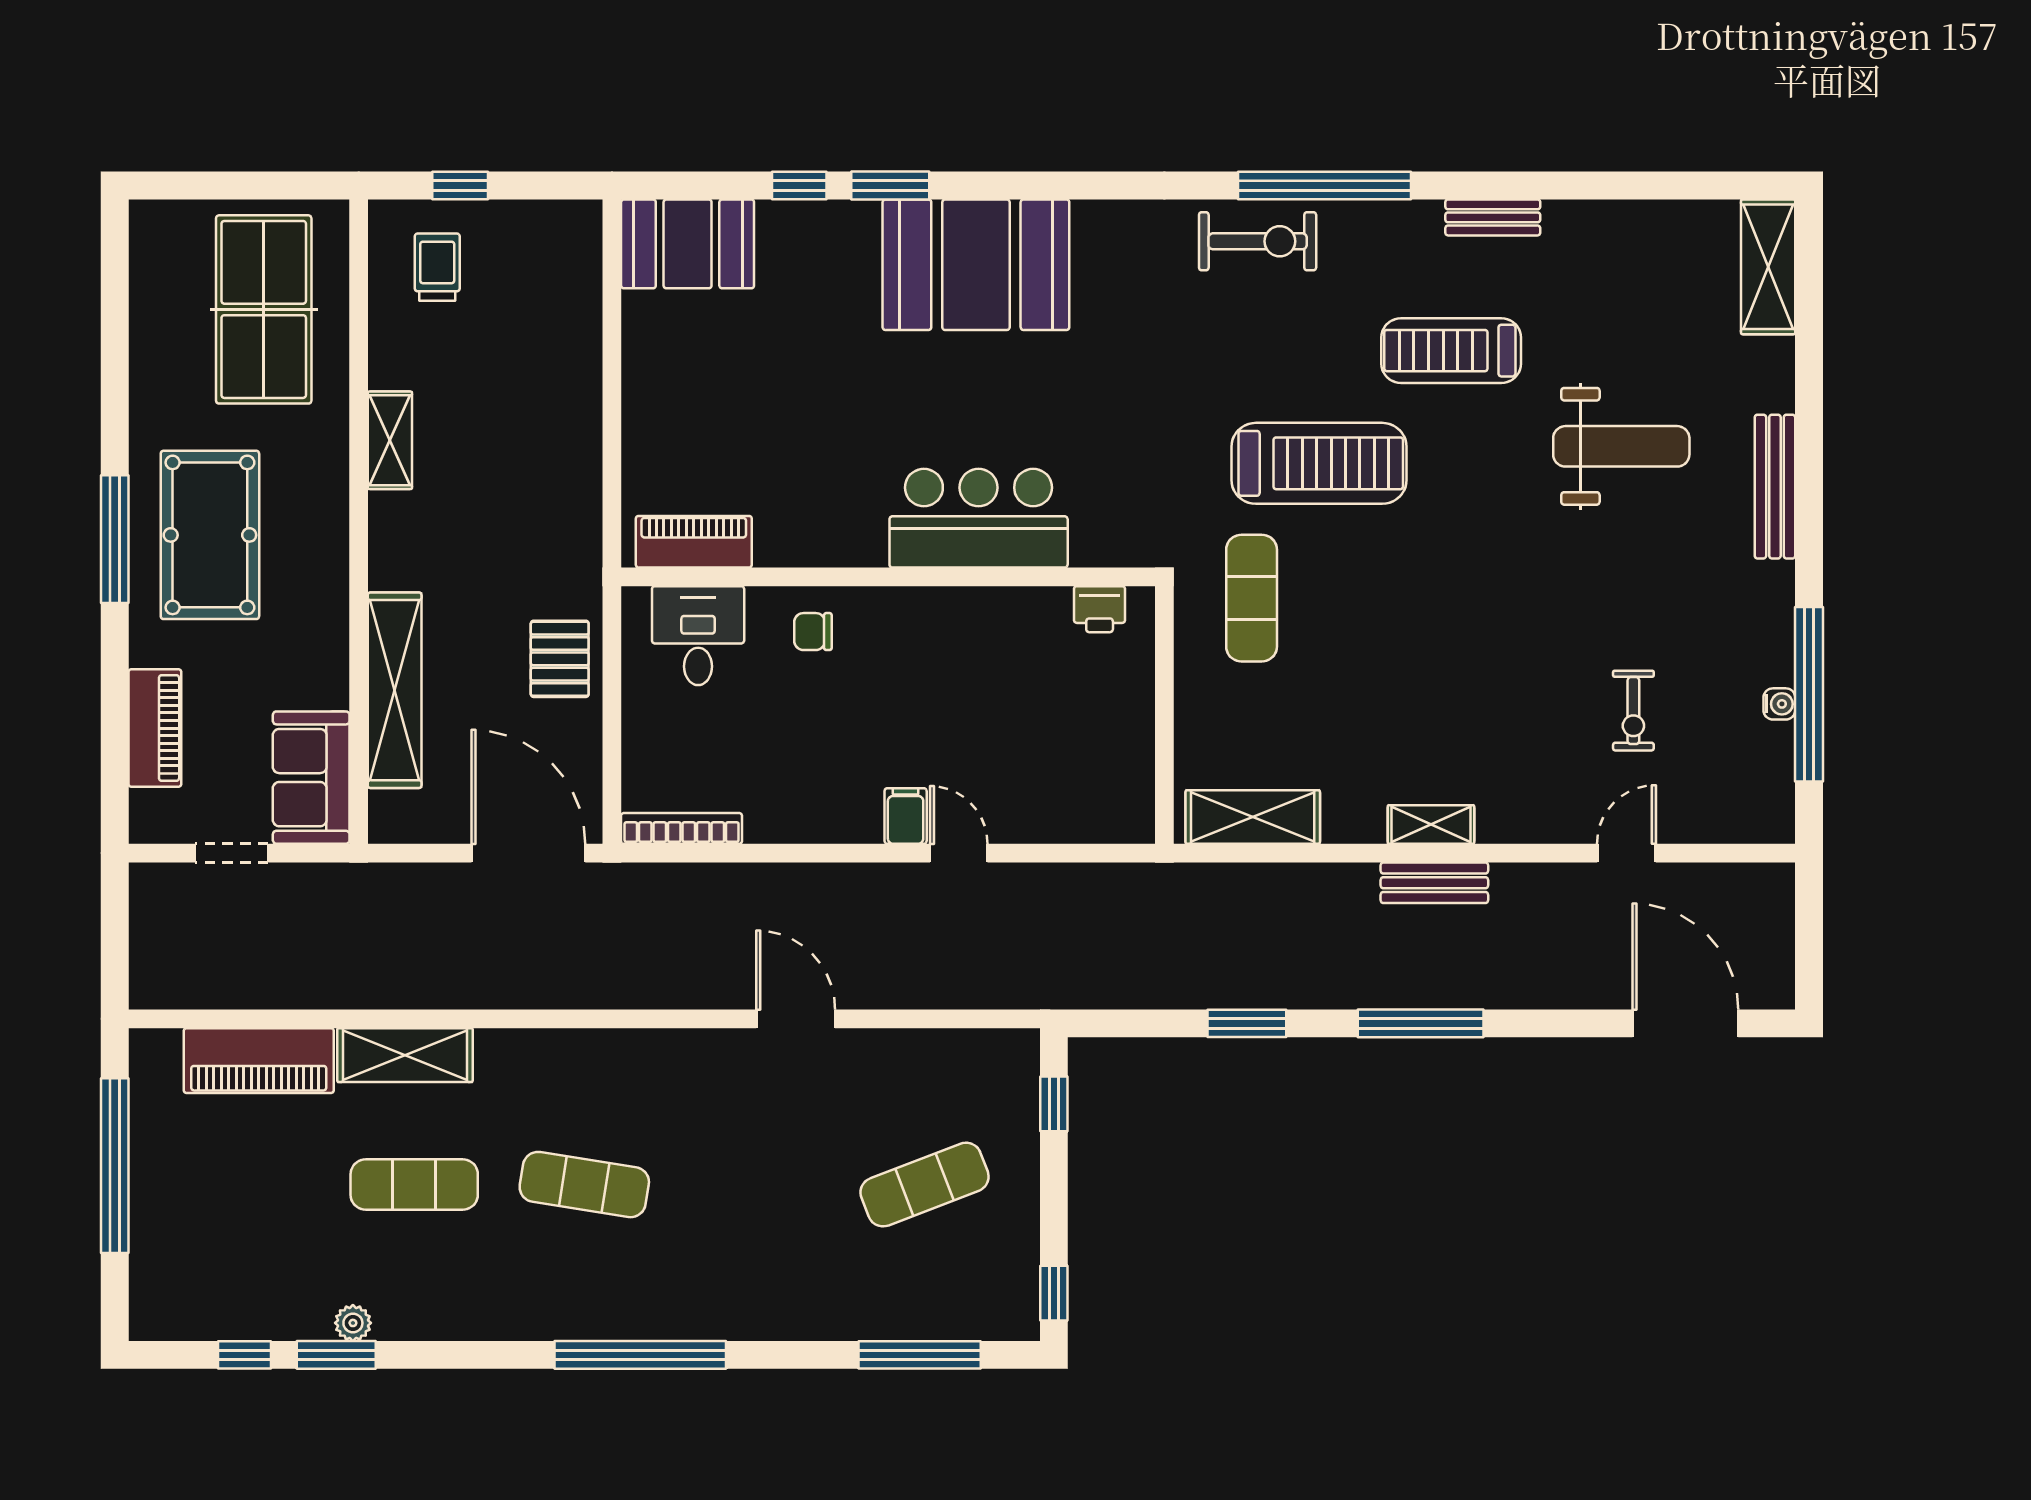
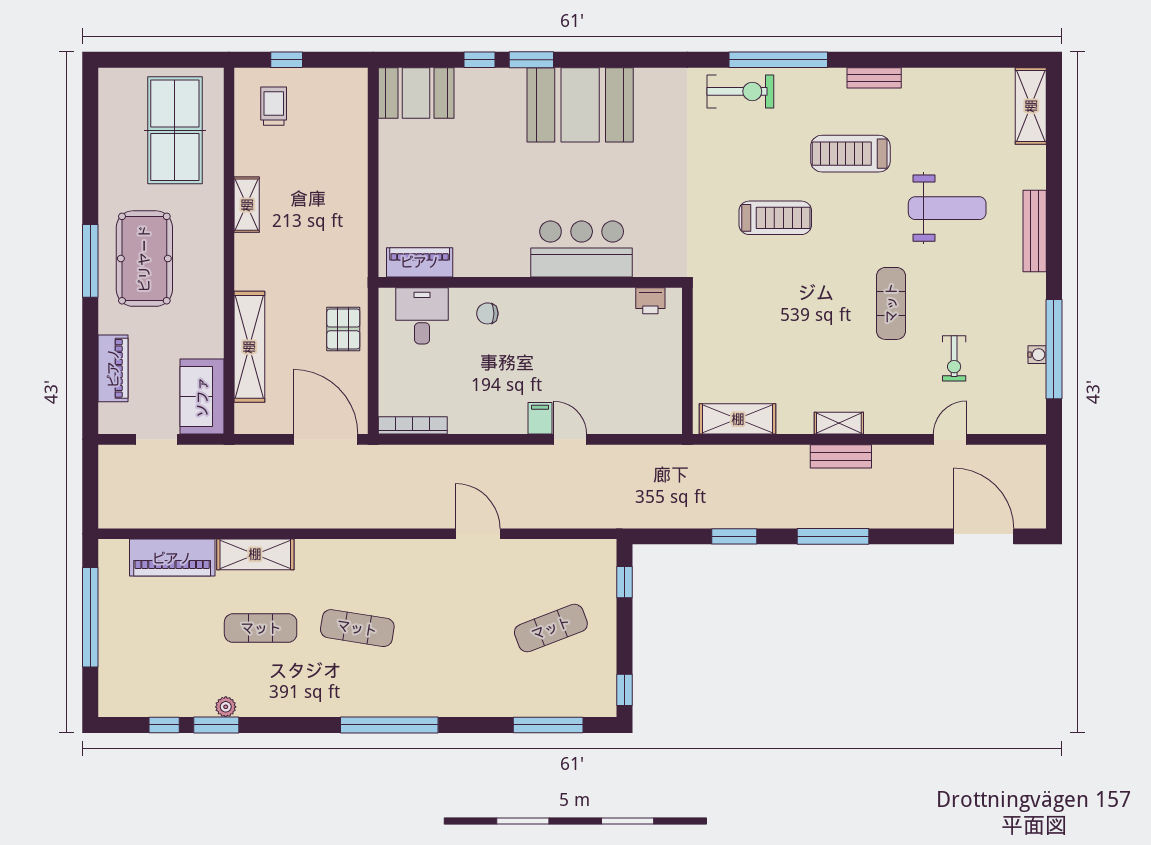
treadmill: (1319, 463) -> (775, 218), width x0.73, depth x0.73
exercise mat: (1252, 598) -> (891, 303), moved

